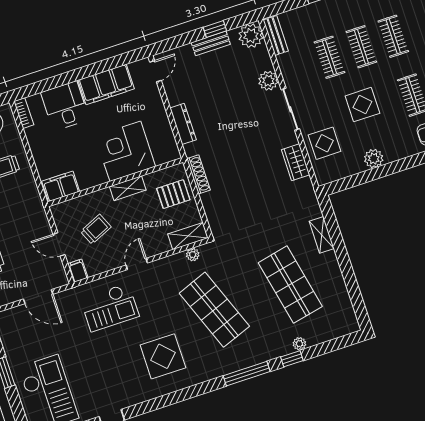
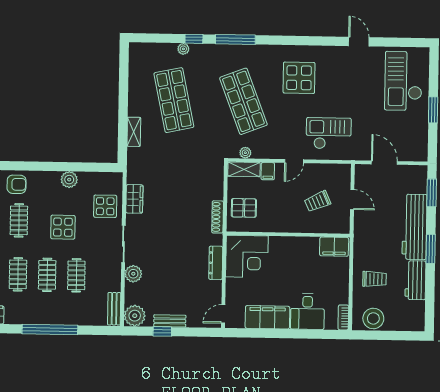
corner desk: (125, 151) -> (247, 256), moved
shelving: (128, 188) -> (280, 226), removed
filing cabinet: (78, 271) -> (268, 171), moved

